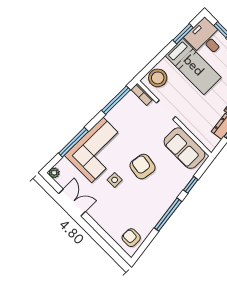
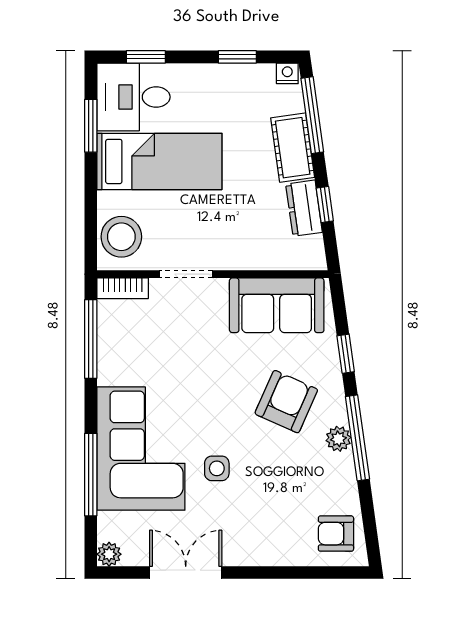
armchair: (143, 167) -> (286, 402), moved, turned 105
plant: (162, 209) -> (338, 439), added

